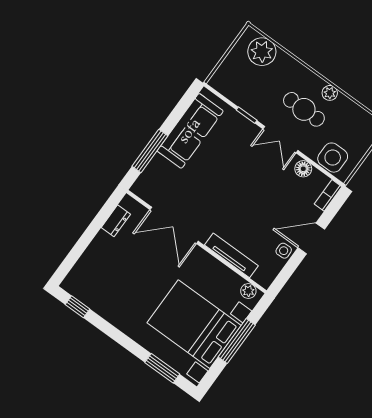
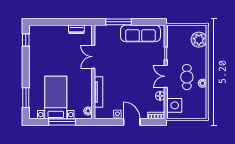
double door: (174, 225) -> (93, 57), width x0.73
bed with nightstands: (194, 324) -> (56, 98), width x0.73

